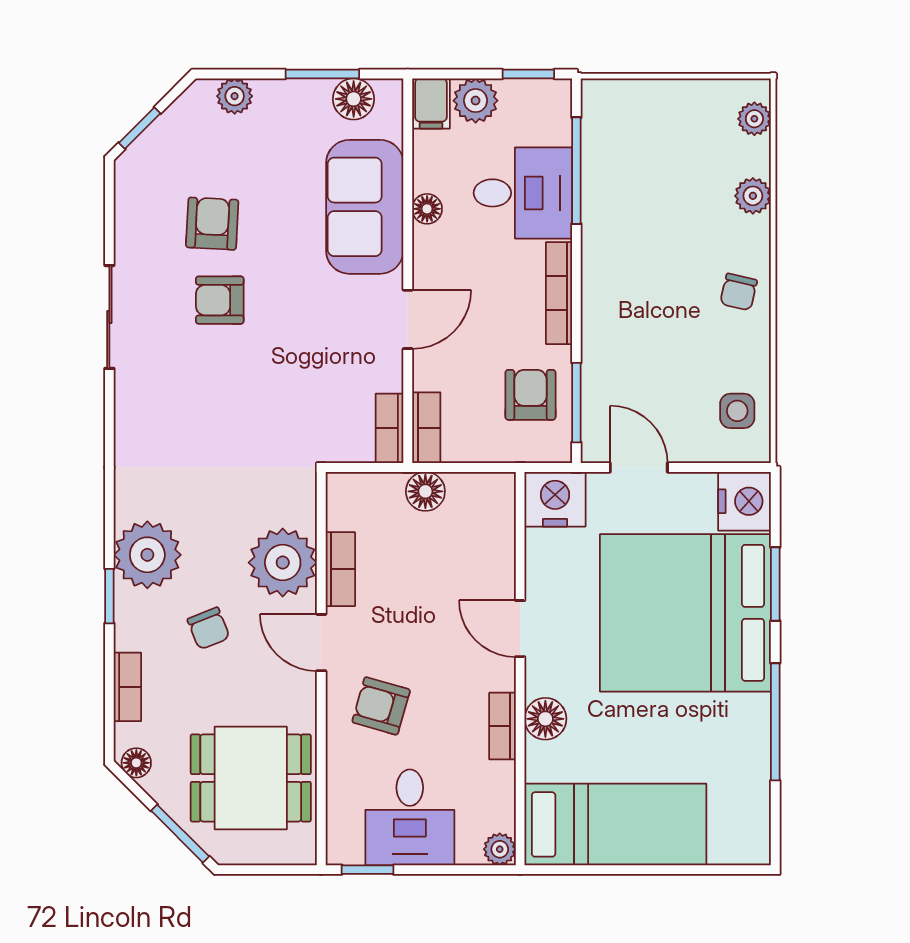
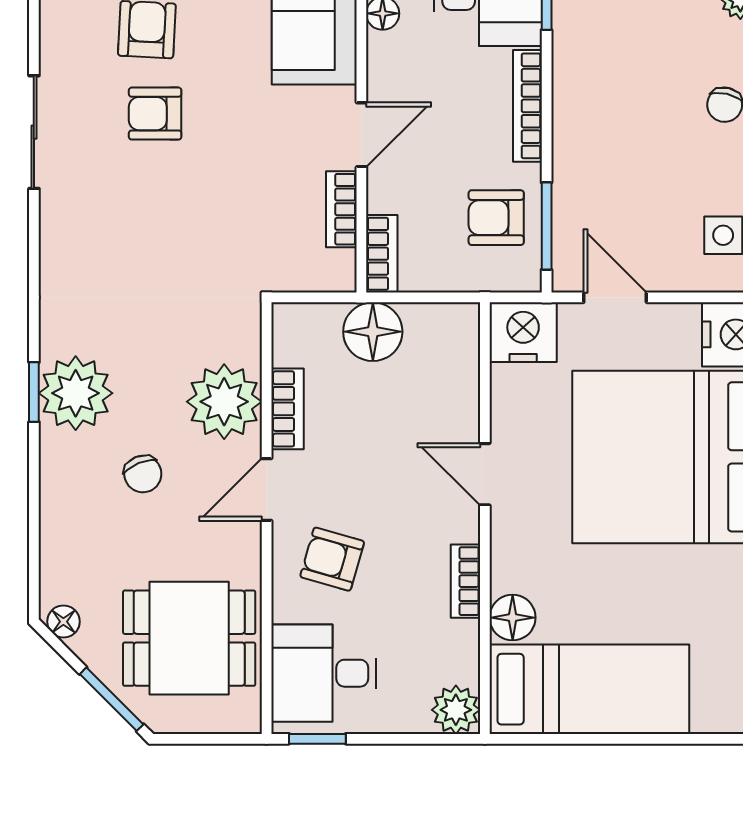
armchair: (530, 395) -> (496, 218), turned -90
bookcase: (390, 428) -> (341, 209), moved
floor lamp: (425, 491) -> (373, 332), width x1.38, depth x1.38
window: (109, 596) -> (34, 392), moved
door: (321, 643) -> (267, 490), hinge flipped
bookcase: (127, 687) -> (54, 538), removed
floor lamp: (545, 719) -> (513, 618), moved
desk: (410, 817) -> (324, 673), moved, turned 90
plant: (500, 849) -> (456, 710), width x1.38, depth x1.38

